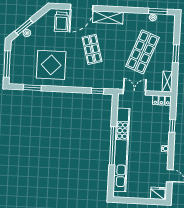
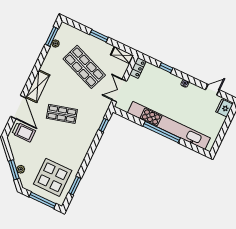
display table: (51, 65) -> (53, 177), moved

